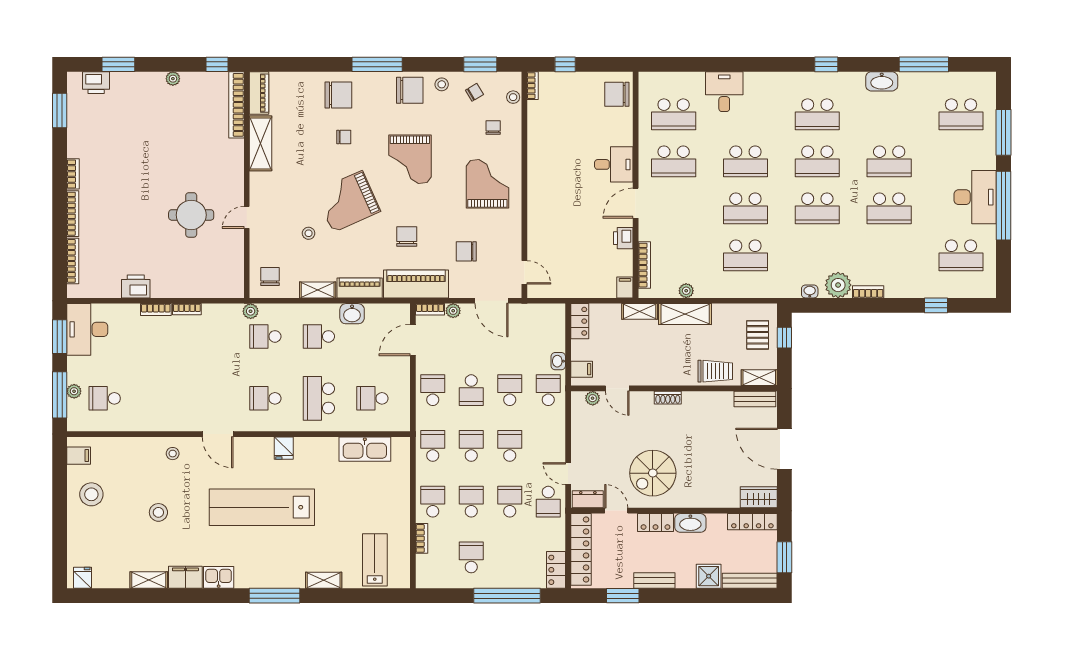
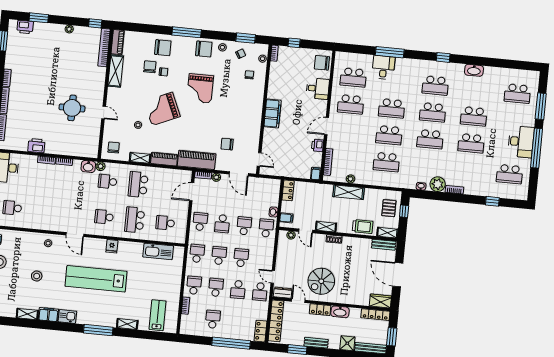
window: (924, 64) -> (390, 52), moved
desk: (614, 164) -> (318, 89), moved
grand piano: (487, 184) -> (243, 107), removed
filing cabinet: (540, 191) -> (272, 114), added
door: (247, 217) -> (104, 112), swing flipped
chair: (407, 237) -> (150, 67), moved
shelving: (640, 311) -> (326, 227), moved
washbasin: (352, 314) -> (88, 166), moved
school desk: (319, 336) -> (138, 184), width x1.85
school desk: (510, 502) -> (238, 290), turned 180

